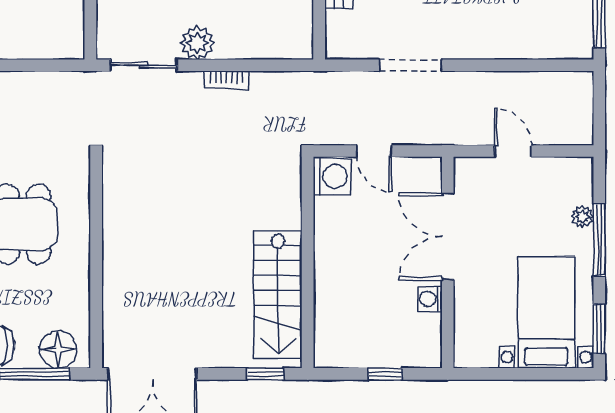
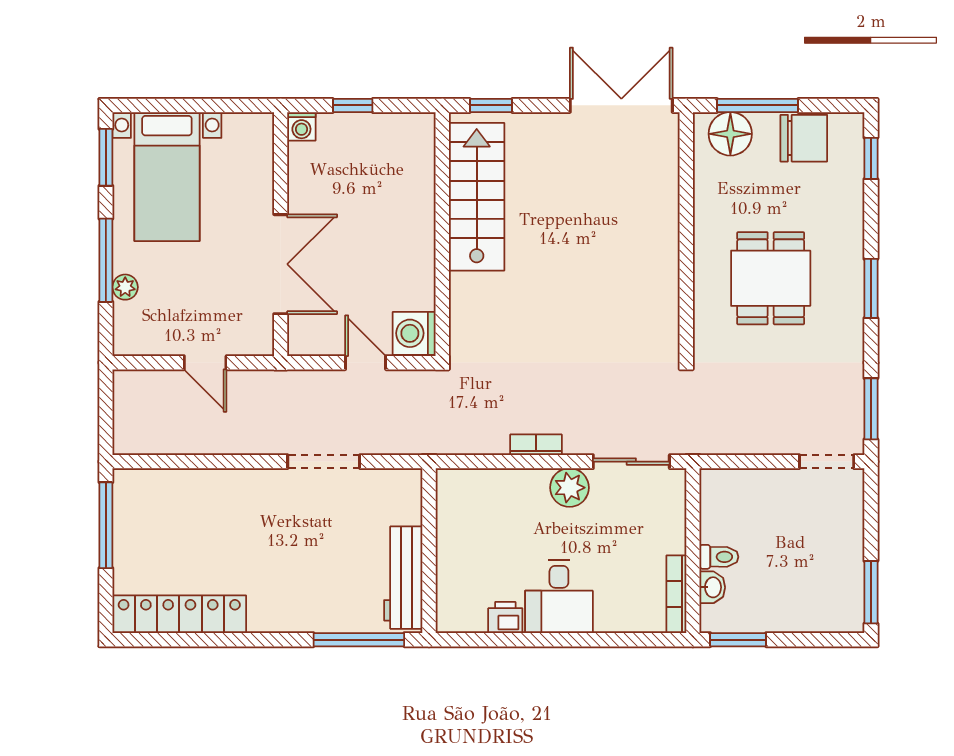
washing machine: (430, 299) -> (301, 126), moved, turned 90

